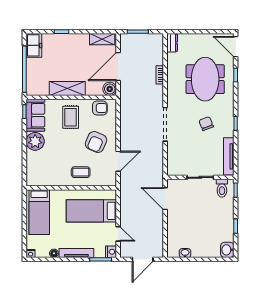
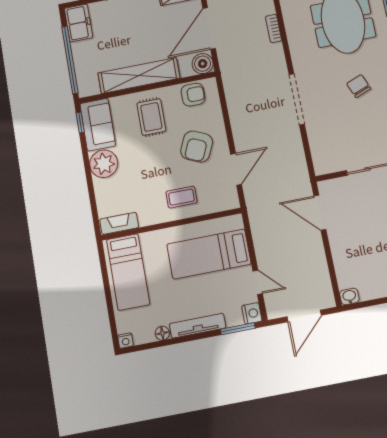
shelving: (67, 89) -> (139, 76), width x1.47
fireplace: (39, 181) -> (119, 223), added
washbasin: (185, 253) -> (349, 296), moved

